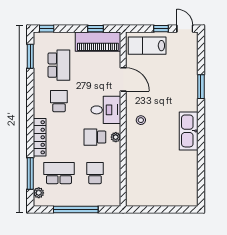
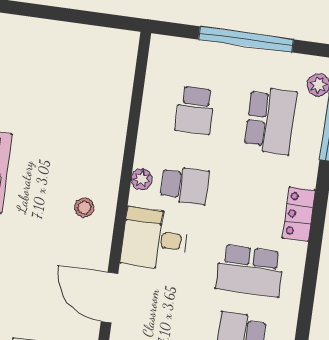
school desk: (59, 101) -> (250, 271), width x1.85
locker: (40, 137) -> (299, 214), width x0.66
school desk: (59, 173) -> (270, 120), turned -90

